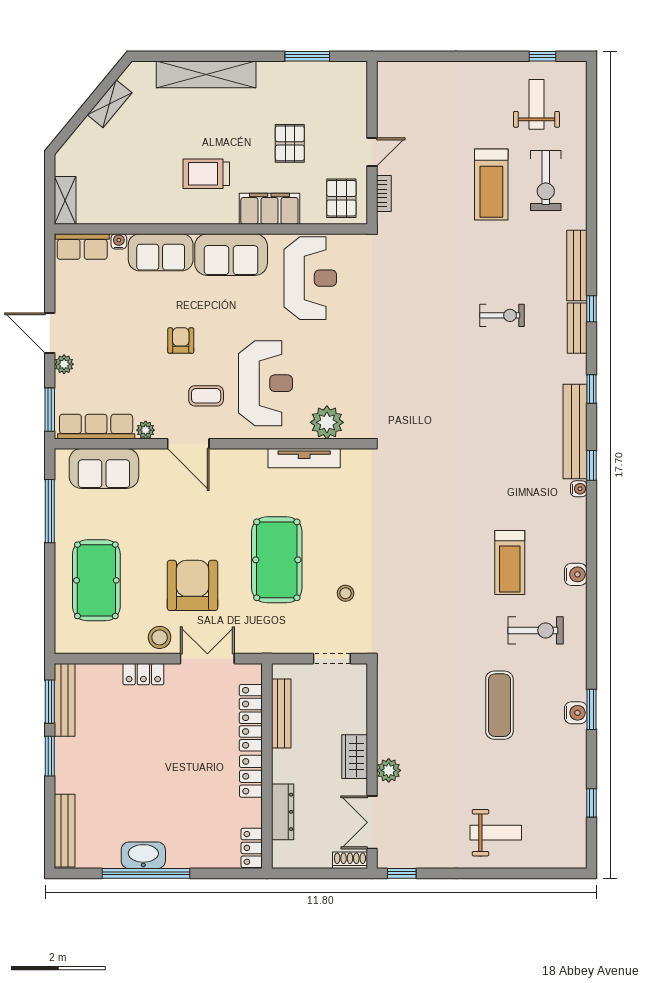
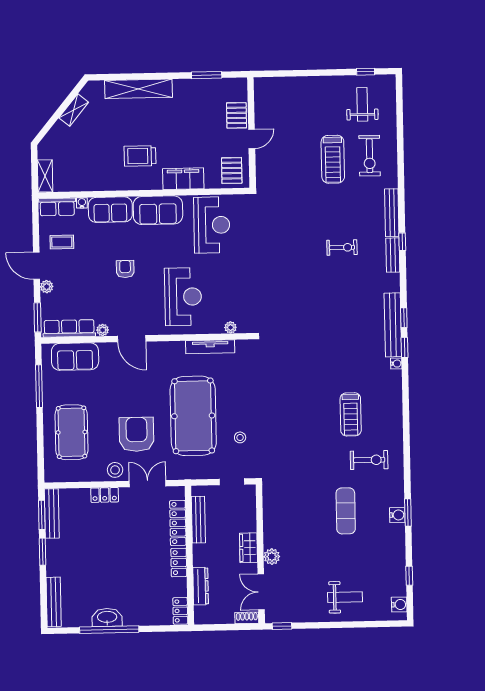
pallet: (290, 143) -> (237, 115), moved
bookcase: (384, 193) -> (260, 167), removed
window: (591, 389) -> (404, 318), moved
coffee table: (206, 396) -> (62, 242), moved
plant: (327, 422) -> (230, 327), width x0.53, depth x0.53
pool table: (277, 560) -> (193, 416), width x1.36, depth x1.32
water cooler: (576, 574) -> (399, 605), moved

